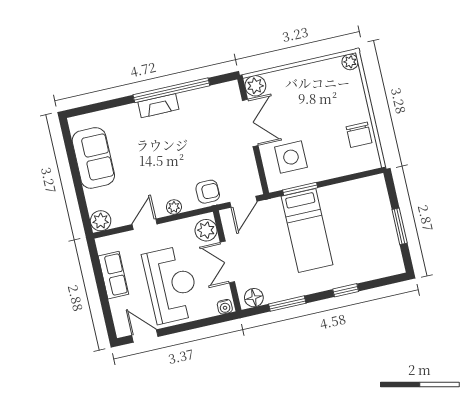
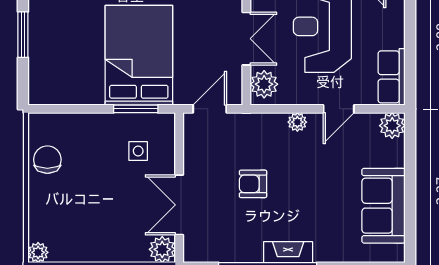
side table: (291, 157) -> (138, 151), width x0.54, depth x0.54
armchair: (208, 192) -> (253, 184), moved
bed: (307, 231) -> (139, 55), width x1.50
row of seats: (113, 275) -> (392, 77), moved

